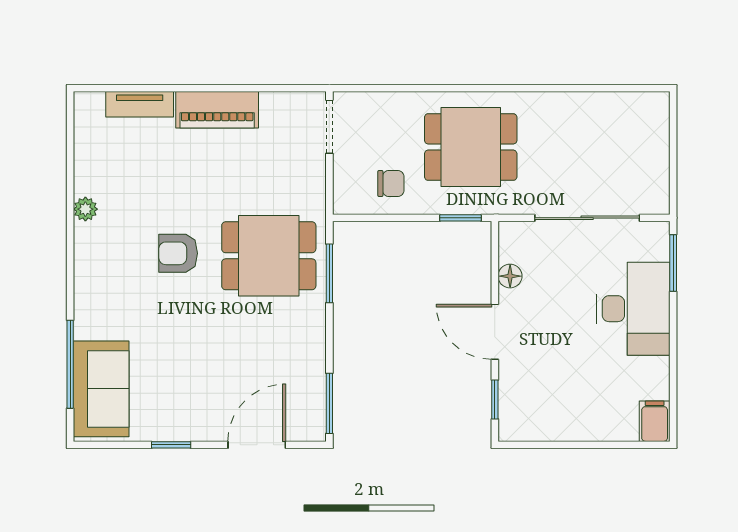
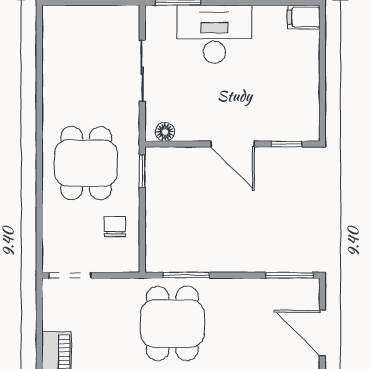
sliding door: (587, 218) -> (142, 71), width x0.73
floor lamp: (510, 276) -> (165, 132), moved
door: (495, 332) -> (233, 144), hinge flipped

